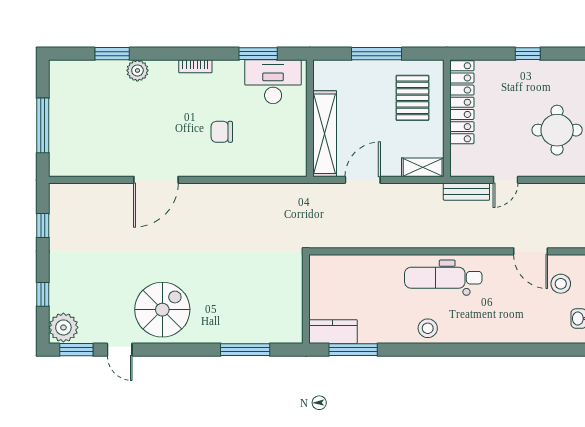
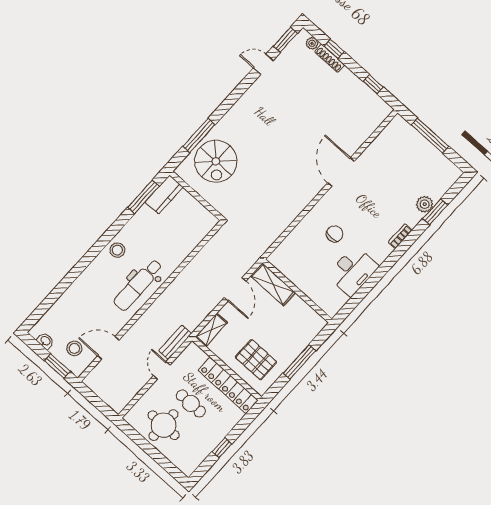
window: (258, 54) -> (360, 295), removed
bookcase: (195, 66) -> (400, 236), moved
plant: (137, 70) -> (425, 204), moved
desk: (273, 82) -> (353, 271), moved
cafe table: (512, 123) -> (191, 403), added
shelving: (325, 134) -> (273, 284), width x0.68
dental chair: (443, 278) -> (138, 285), turned 180
shoe rack: (56, 291) -> (330, 58), added
spiral stairs: (162, 310) -> (216, 161), moved
plant: (63, 327) -> (312, 43), width x0.53, depth x0.53

